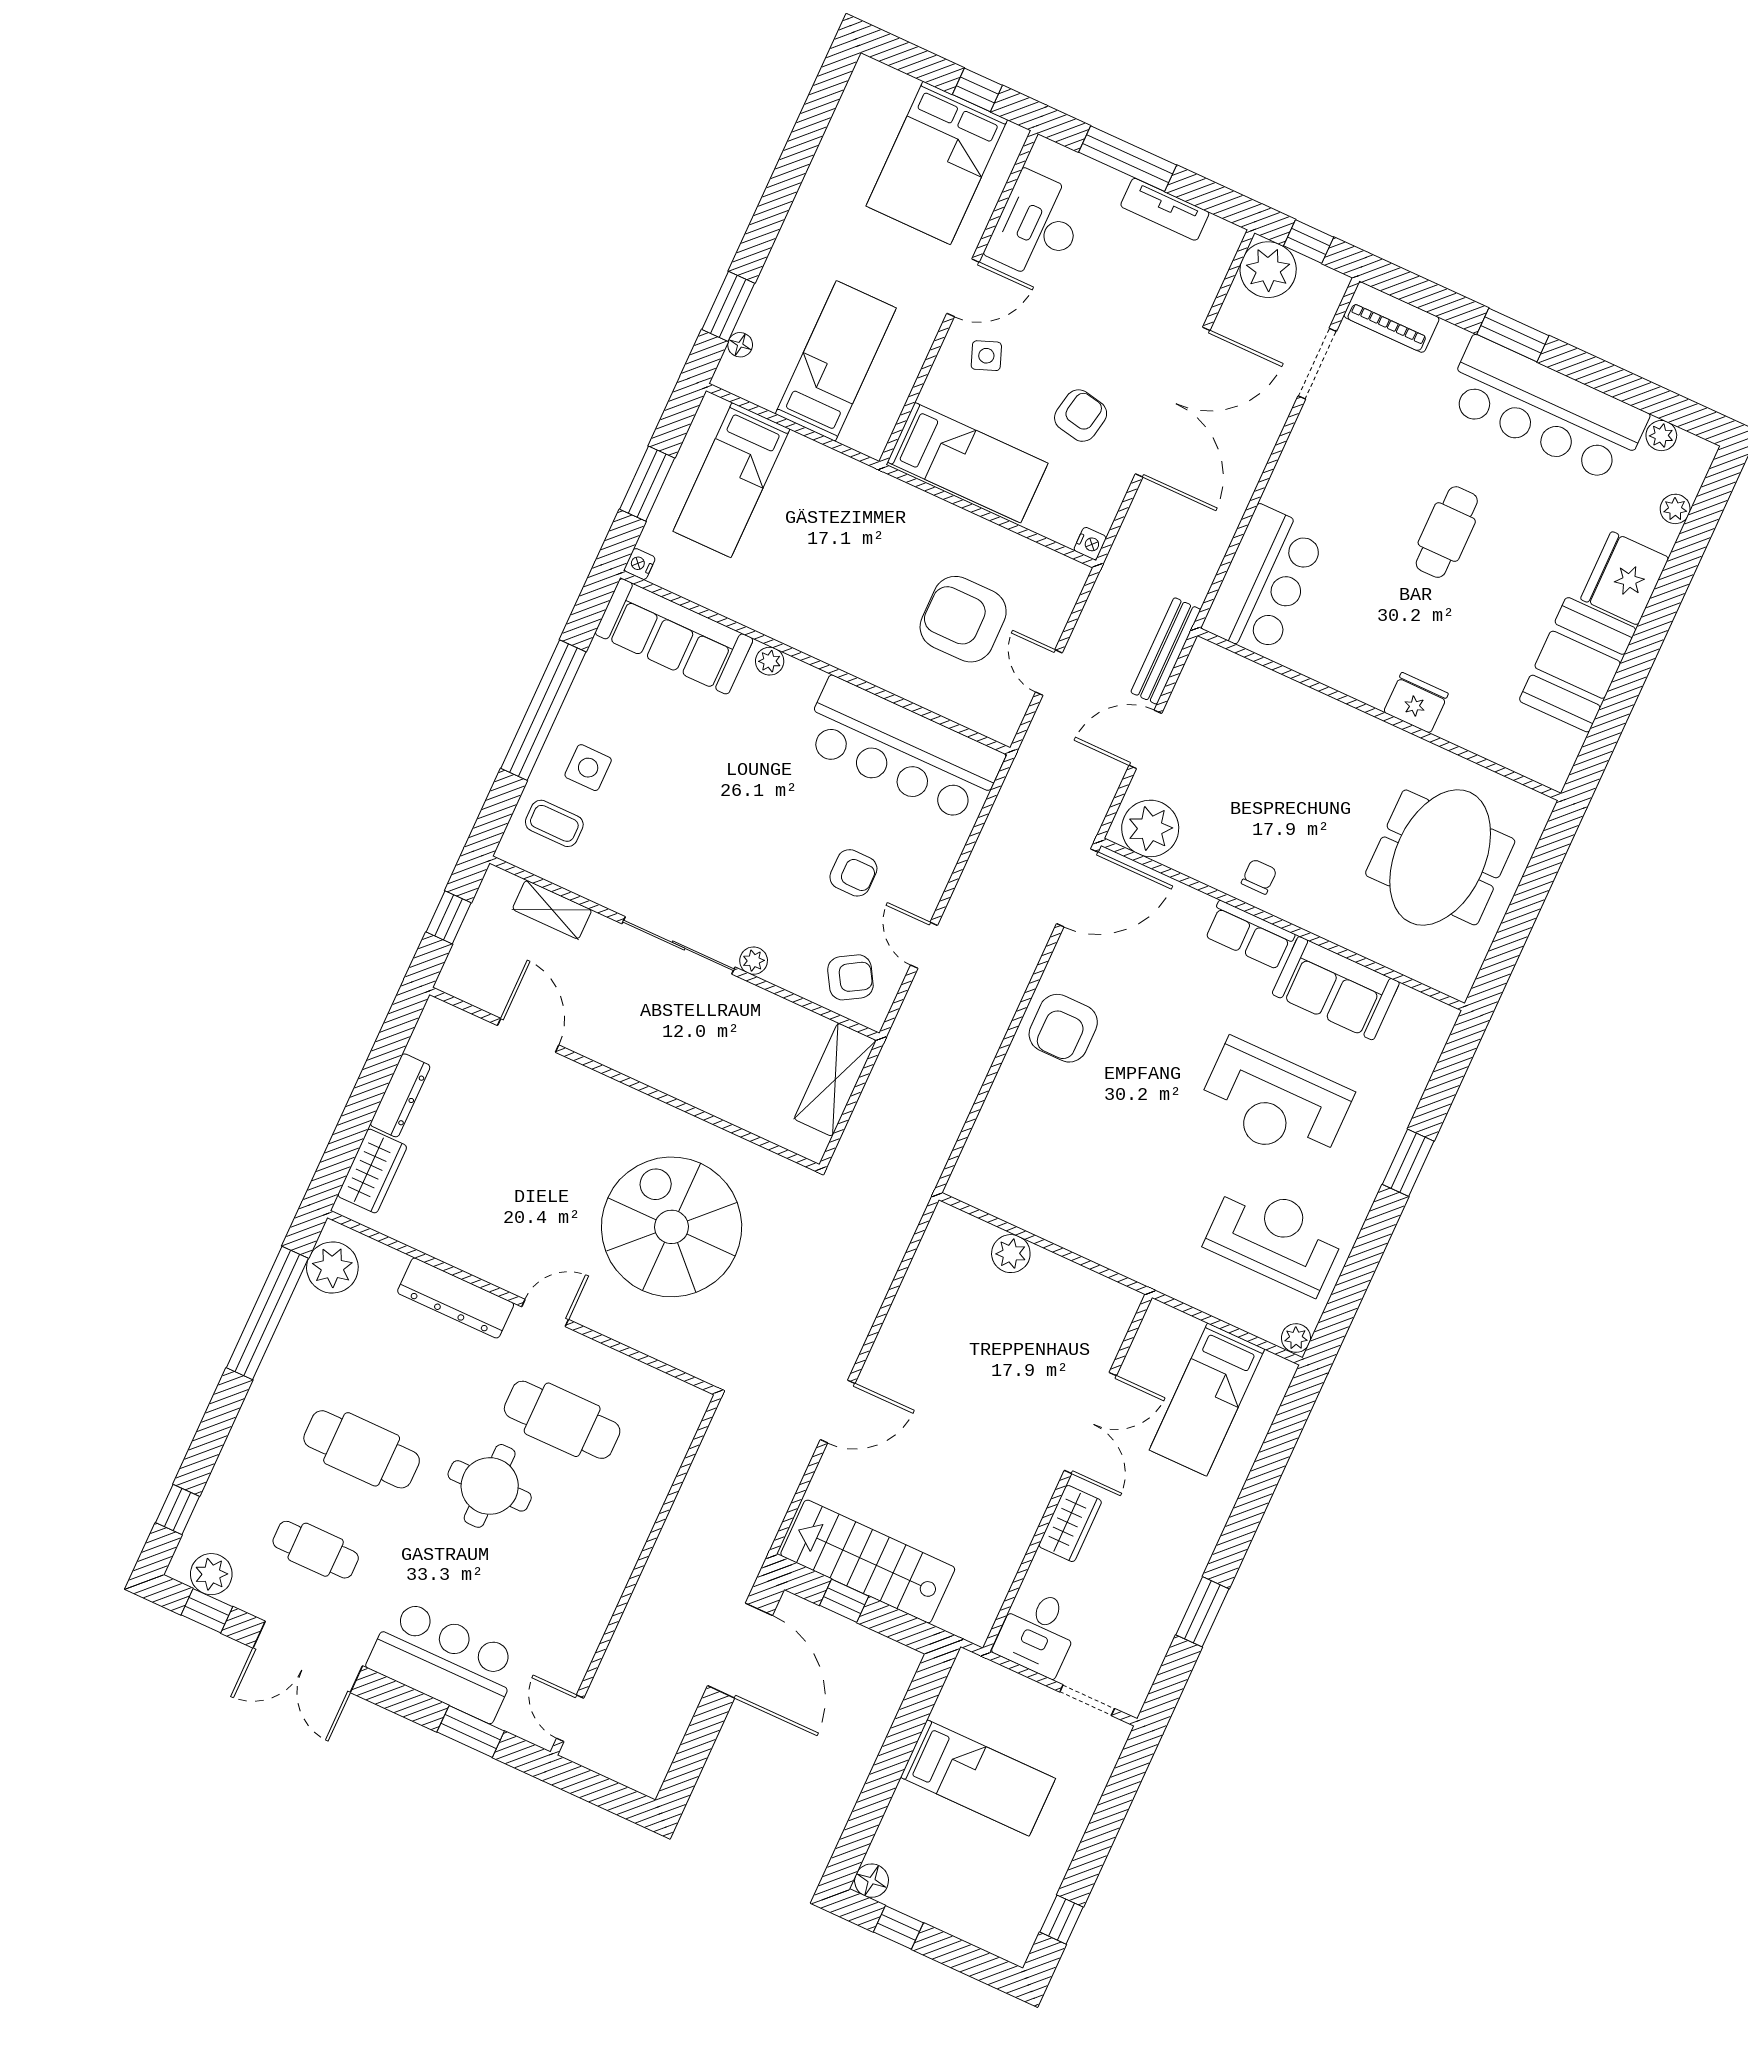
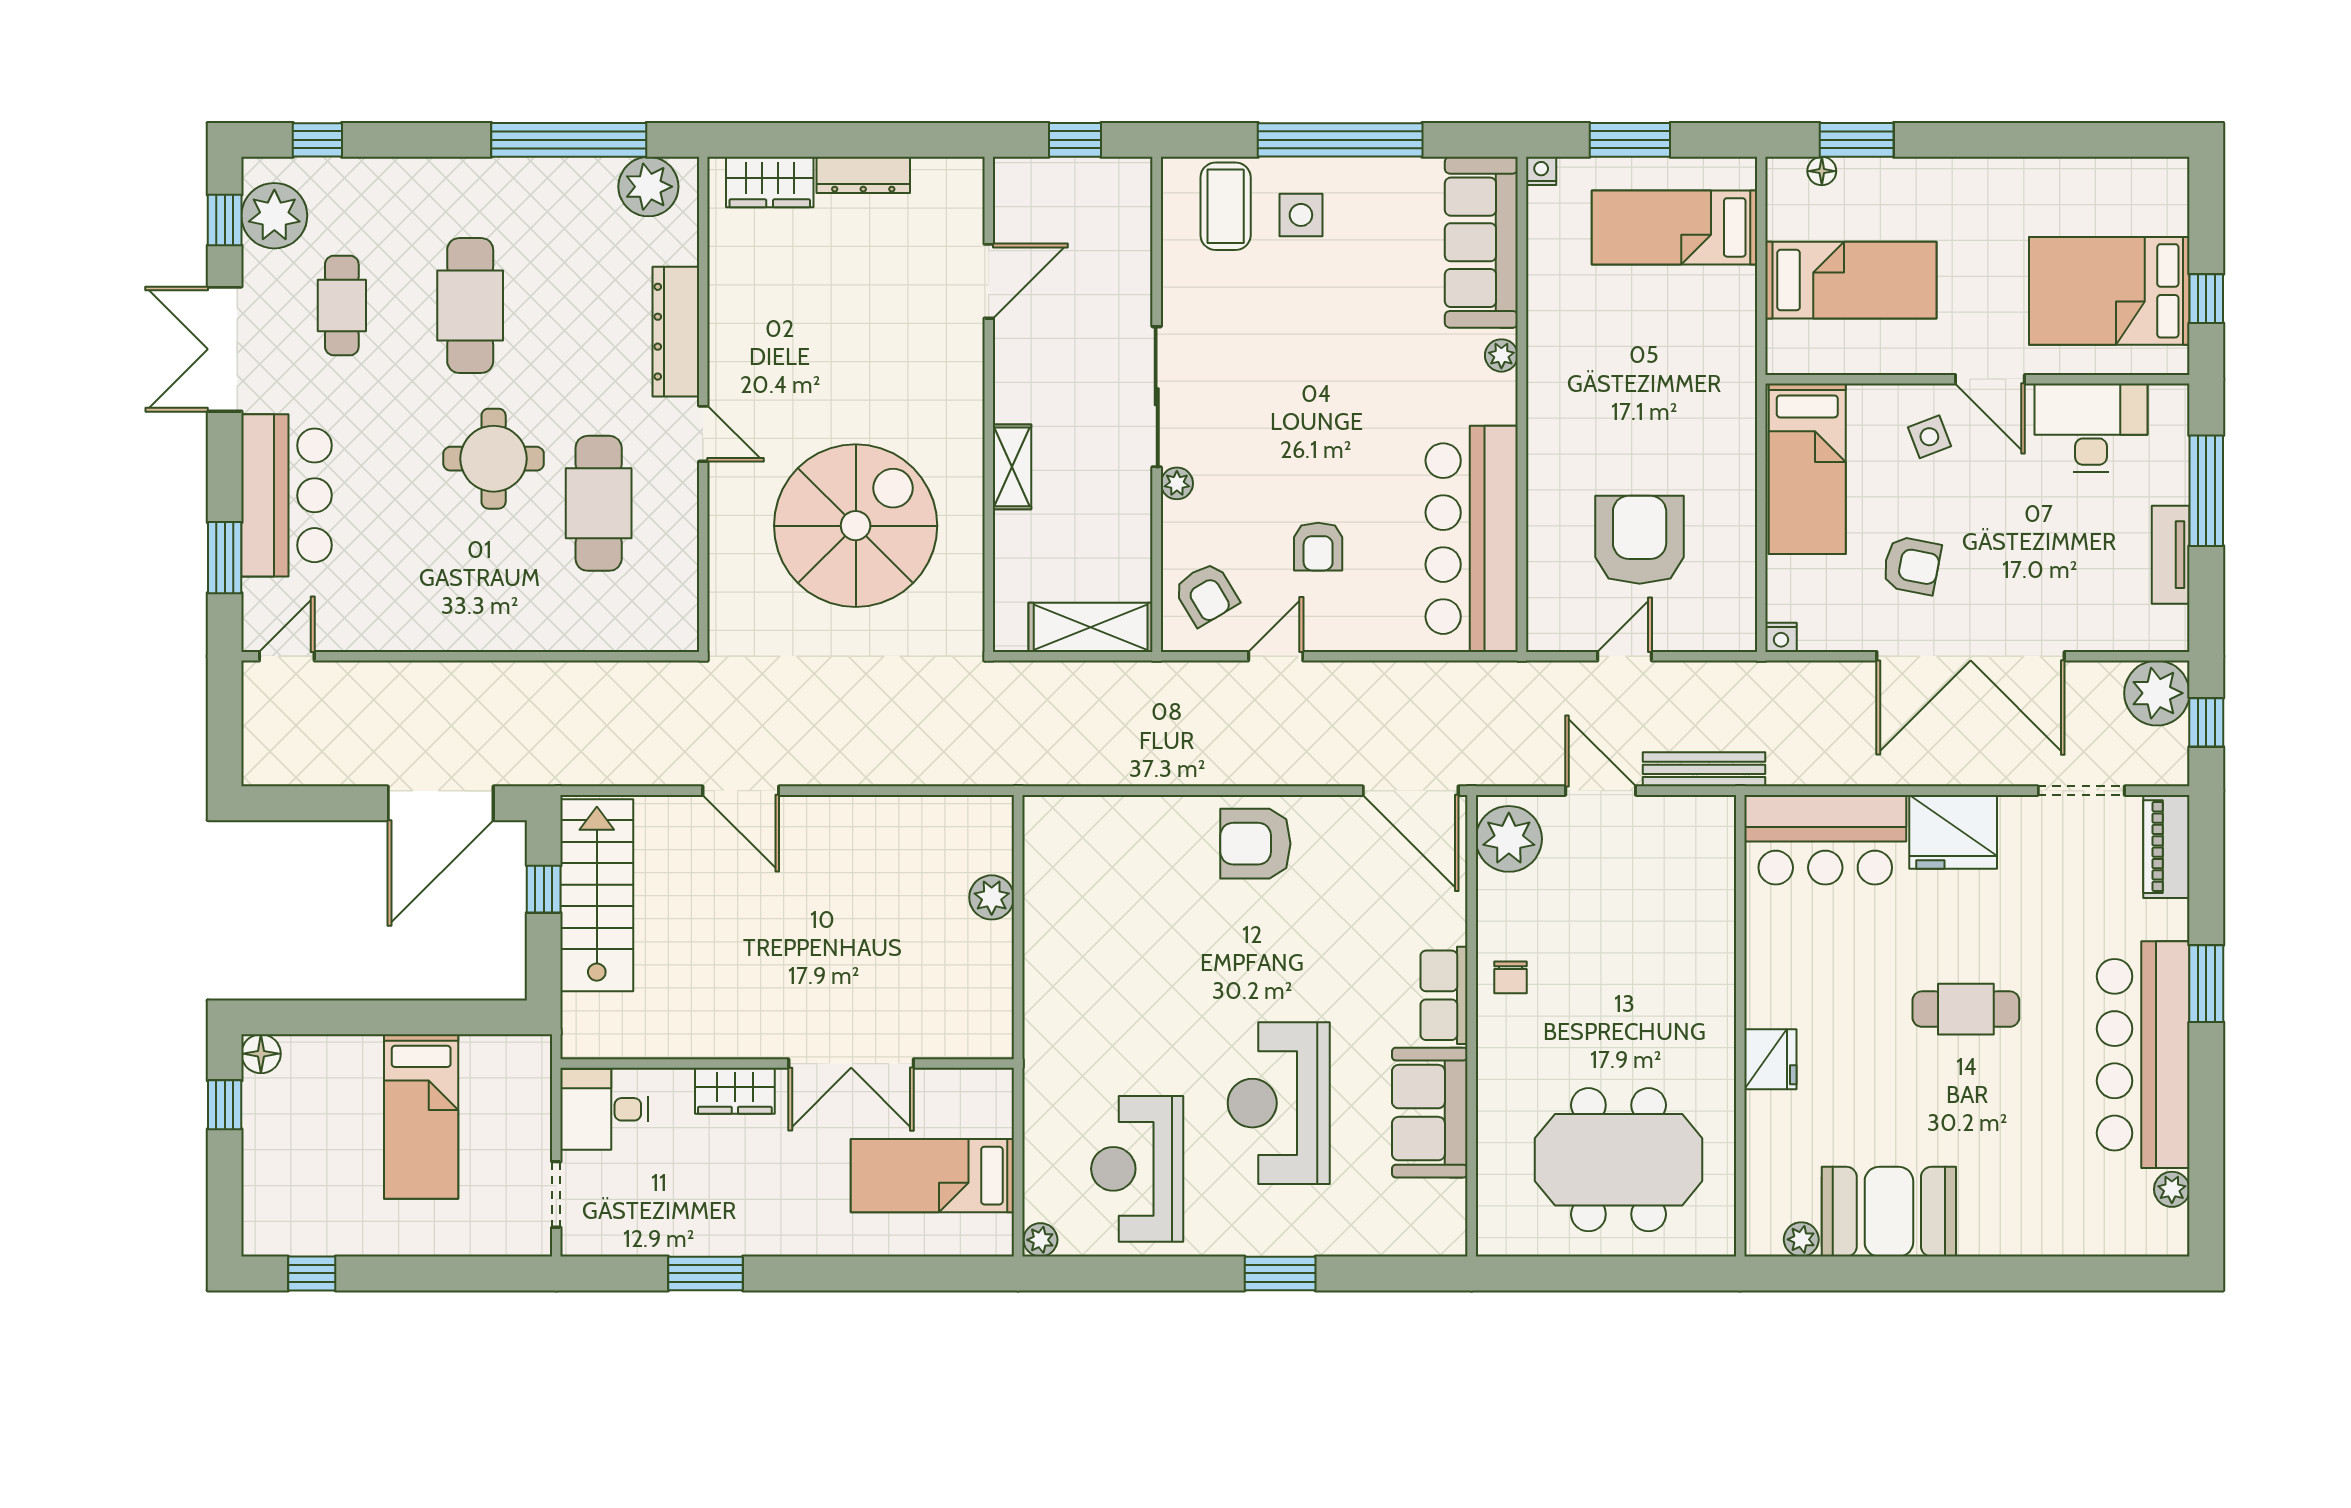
plant: (1675, 509) -> (1801, 1239), moved
fridge: (1625, 578) -> (1953, 832), moved, turned 180
coffee table: (554, 823) -> (1226, 206), width x1.36, depth x1.30
chair: (1259, 877) -> (1511, 977), turned 90
shelving: (552, 910) -> (1012, 467), moved
reception desk: (1275, 1237) -> (1137, 1169), turned 180
plant: (211, 1574) -> (274, 216), width x1.36, depth x1.36

